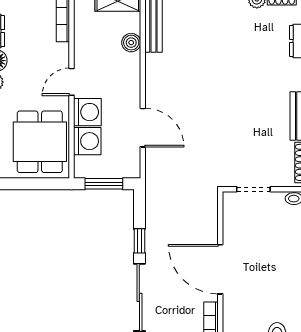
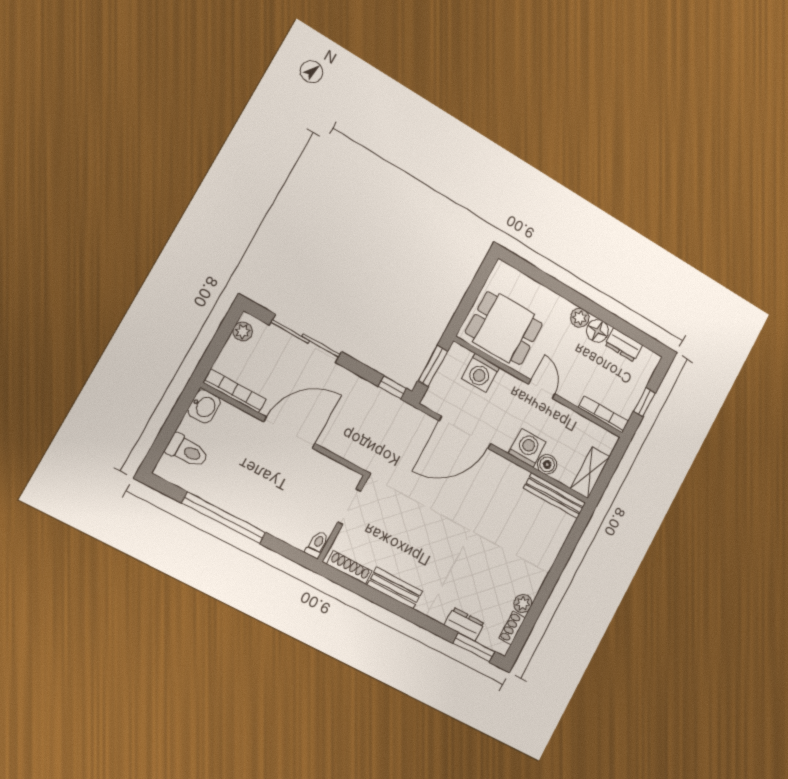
washing machine: (87, 112) -> (527, 448), moved, turned 180
door: (143, 128) -> (465, 432), width x1.36
window: (139, 241) -> (392, 387), moved

